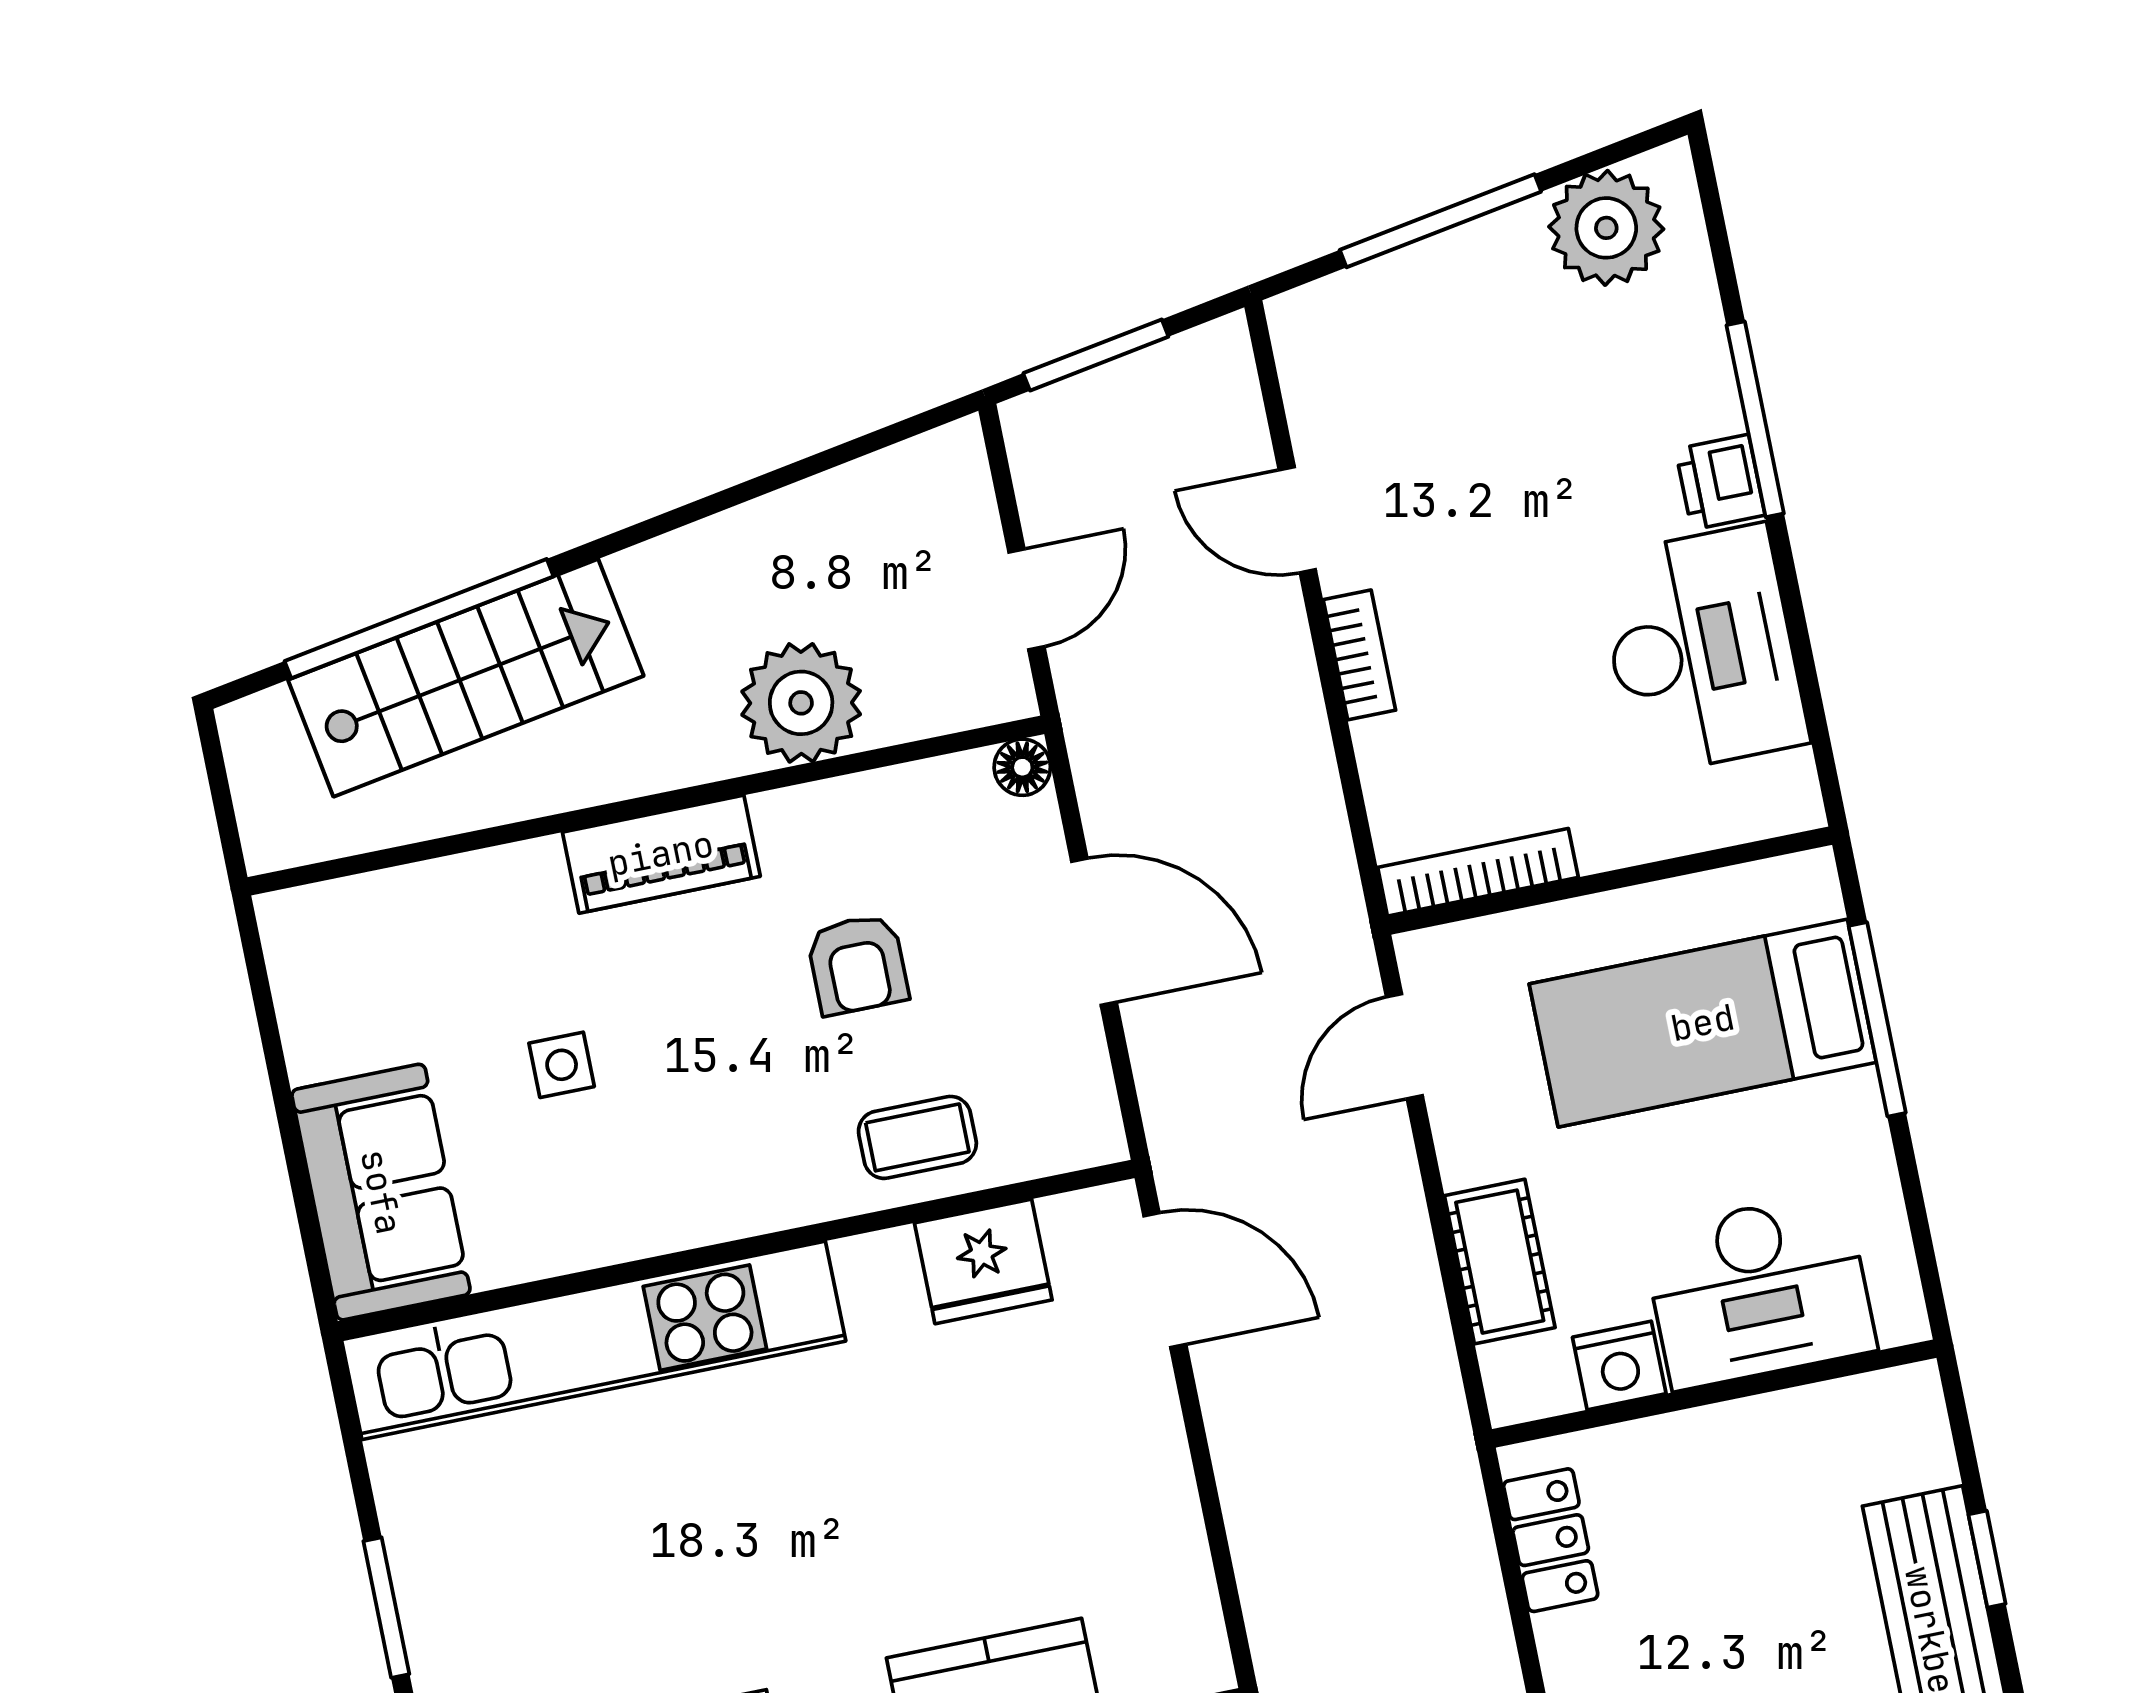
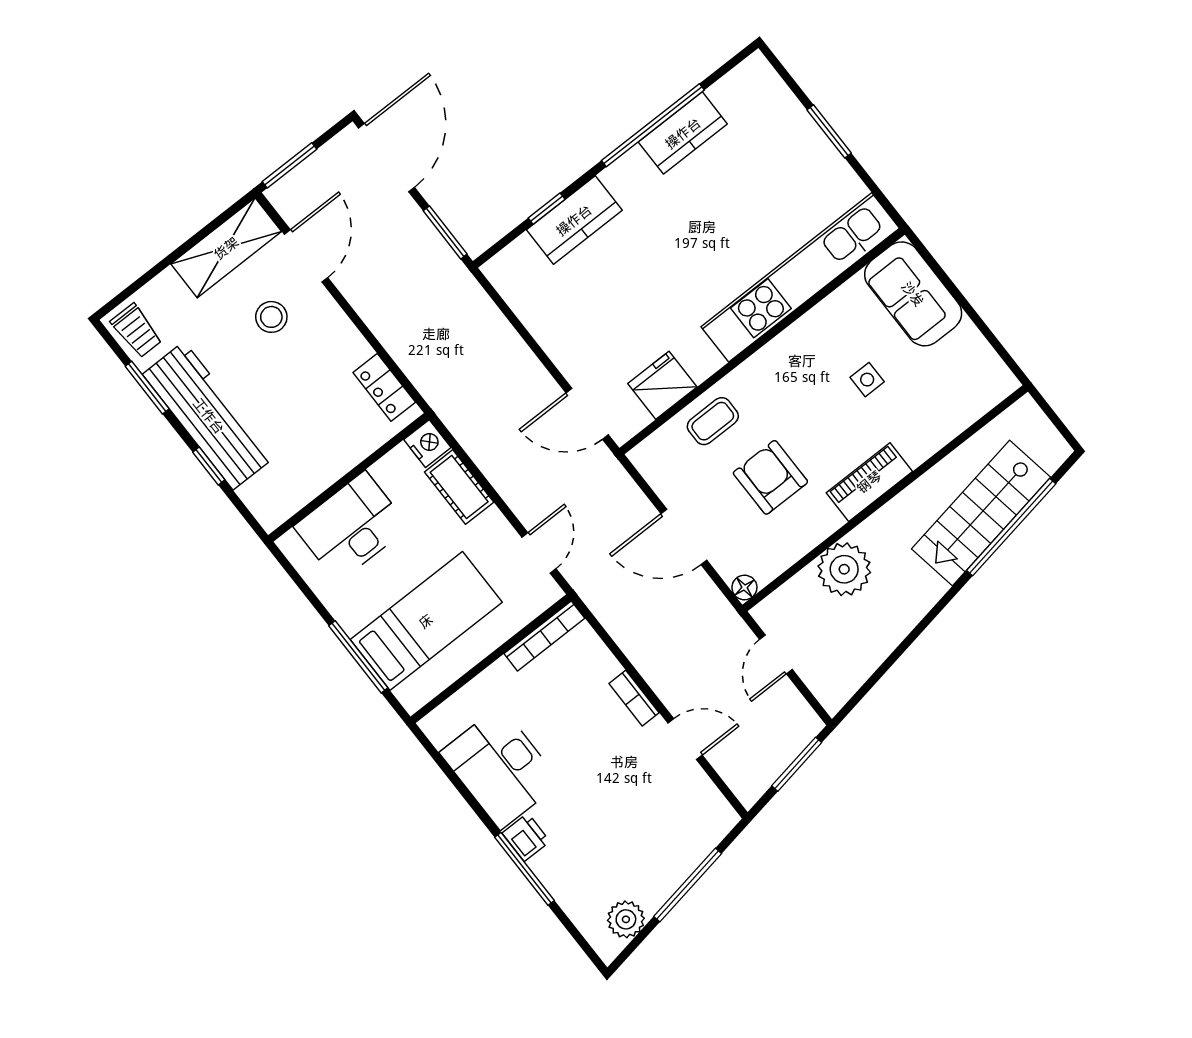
plant: (1606, 228) -> (626, 919), width x0.73, depth x0.73
armchair: (858, 964) -> (770, 477), width x1.38, depth x1.38
nightstand: (1619, 1365) -> (427, 444), moved, turned 90

